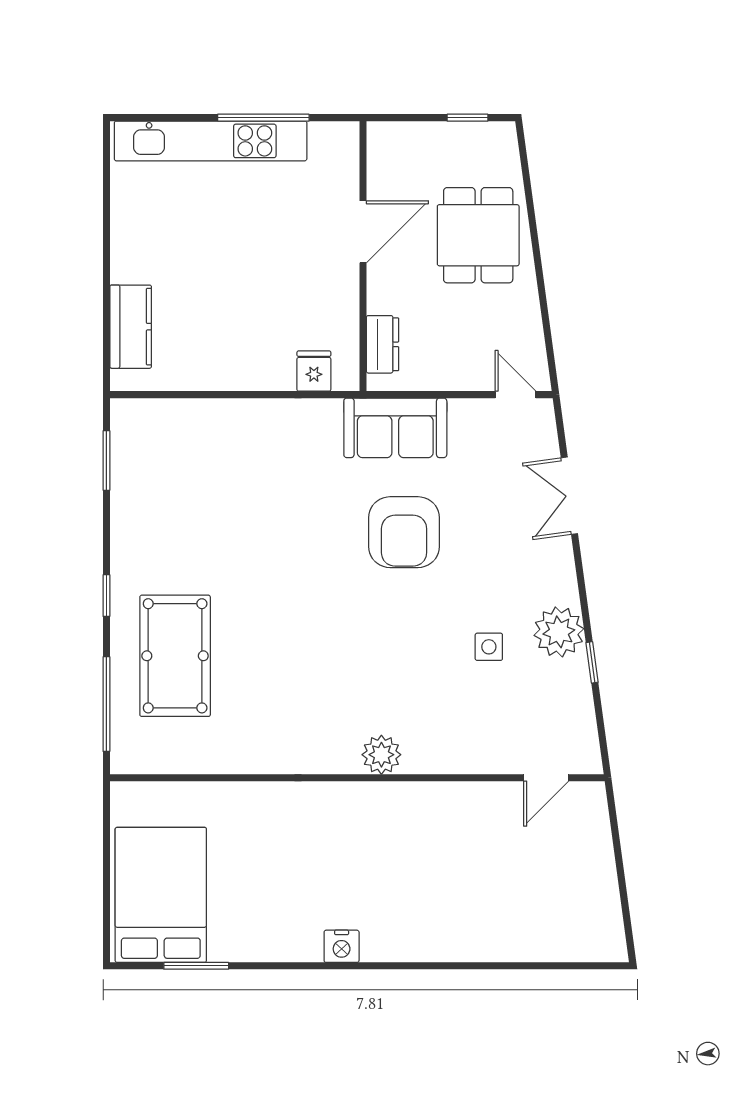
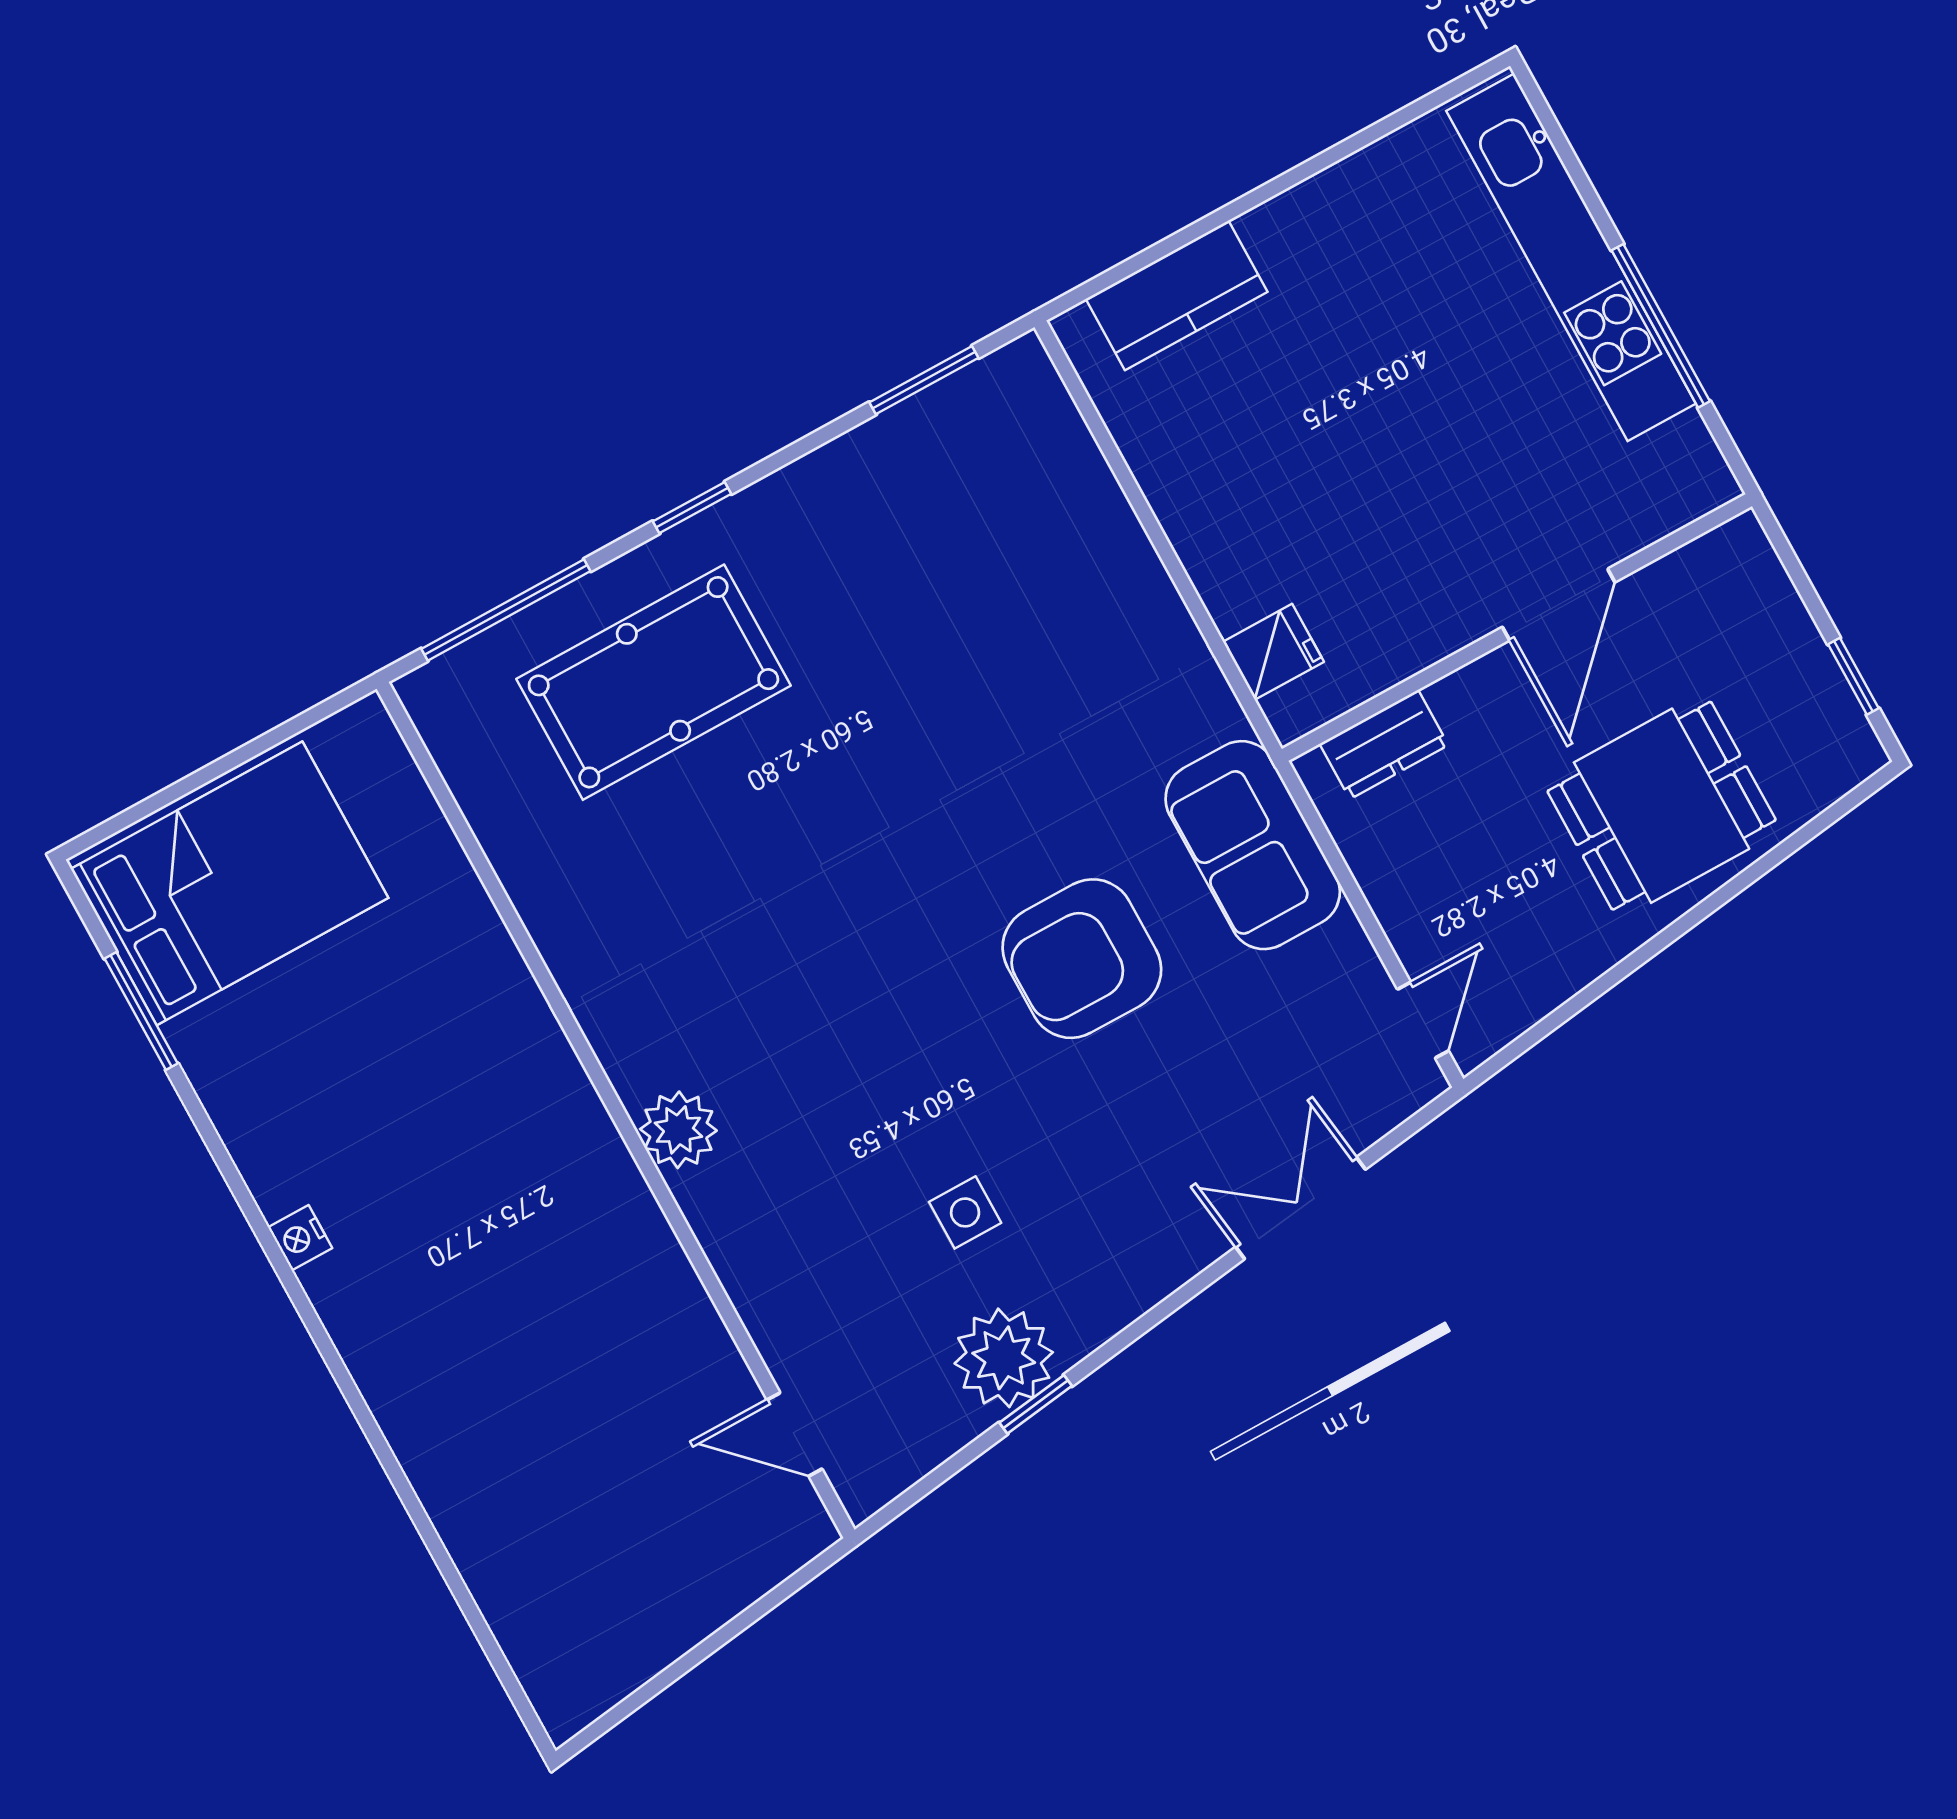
door: (363, 232) -> (1559, 605), hinge flipped
plant: (559, 632) -> (1004, 1358), moved
nightstand: (342, 946) -> (300, 1238), width x0.72, depth x0.74

